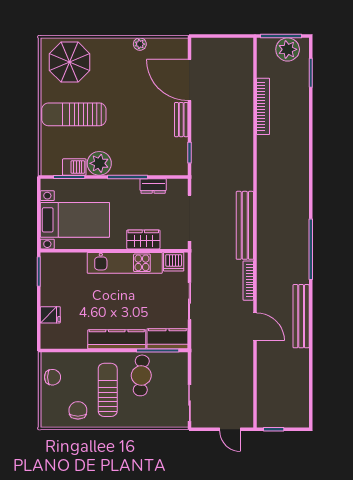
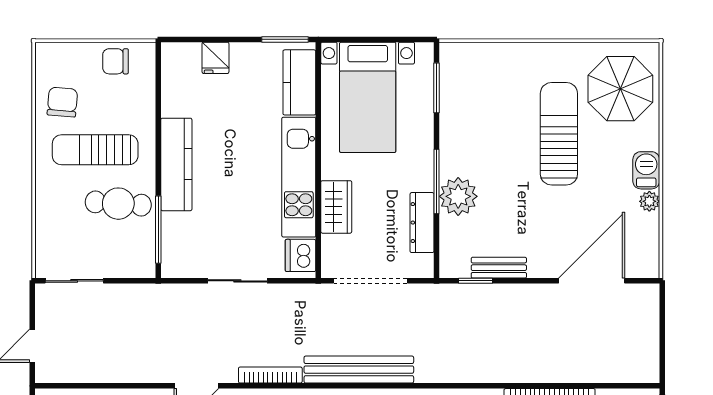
sun lounger: (74, 114) -> (559, 134), moved
bench: (181, 120) -> (499, 268), moved
plant: (99, 163) -> (458, 196), moved
barbecue: (74, 167) -> (646, 170), moved, turned 180
dresser: (153, 186) -> (422, 223), width x1.44
kitchen counter: (167, 339) -> (299, 82), moved, turned 180
chair: (52, 377) -> (116, 61), turned 90
sun lounger: (108, 390) -> (95, 150), turned 180
chair: (78, 410) -> (62, 102), turned -85

